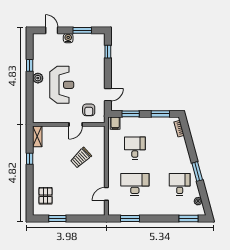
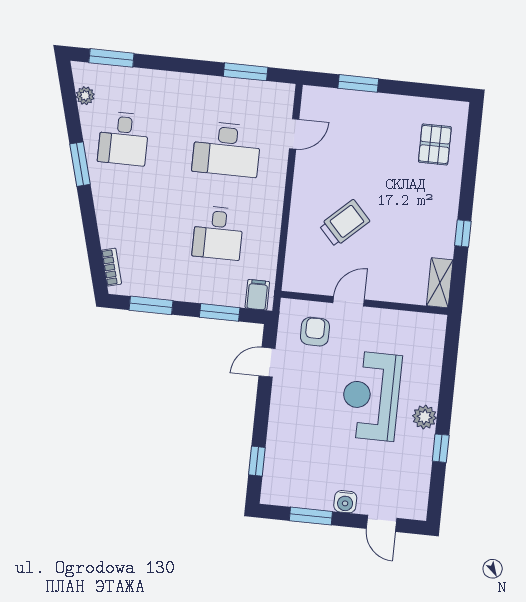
window: (57, 219) -> (358, 83), moved

